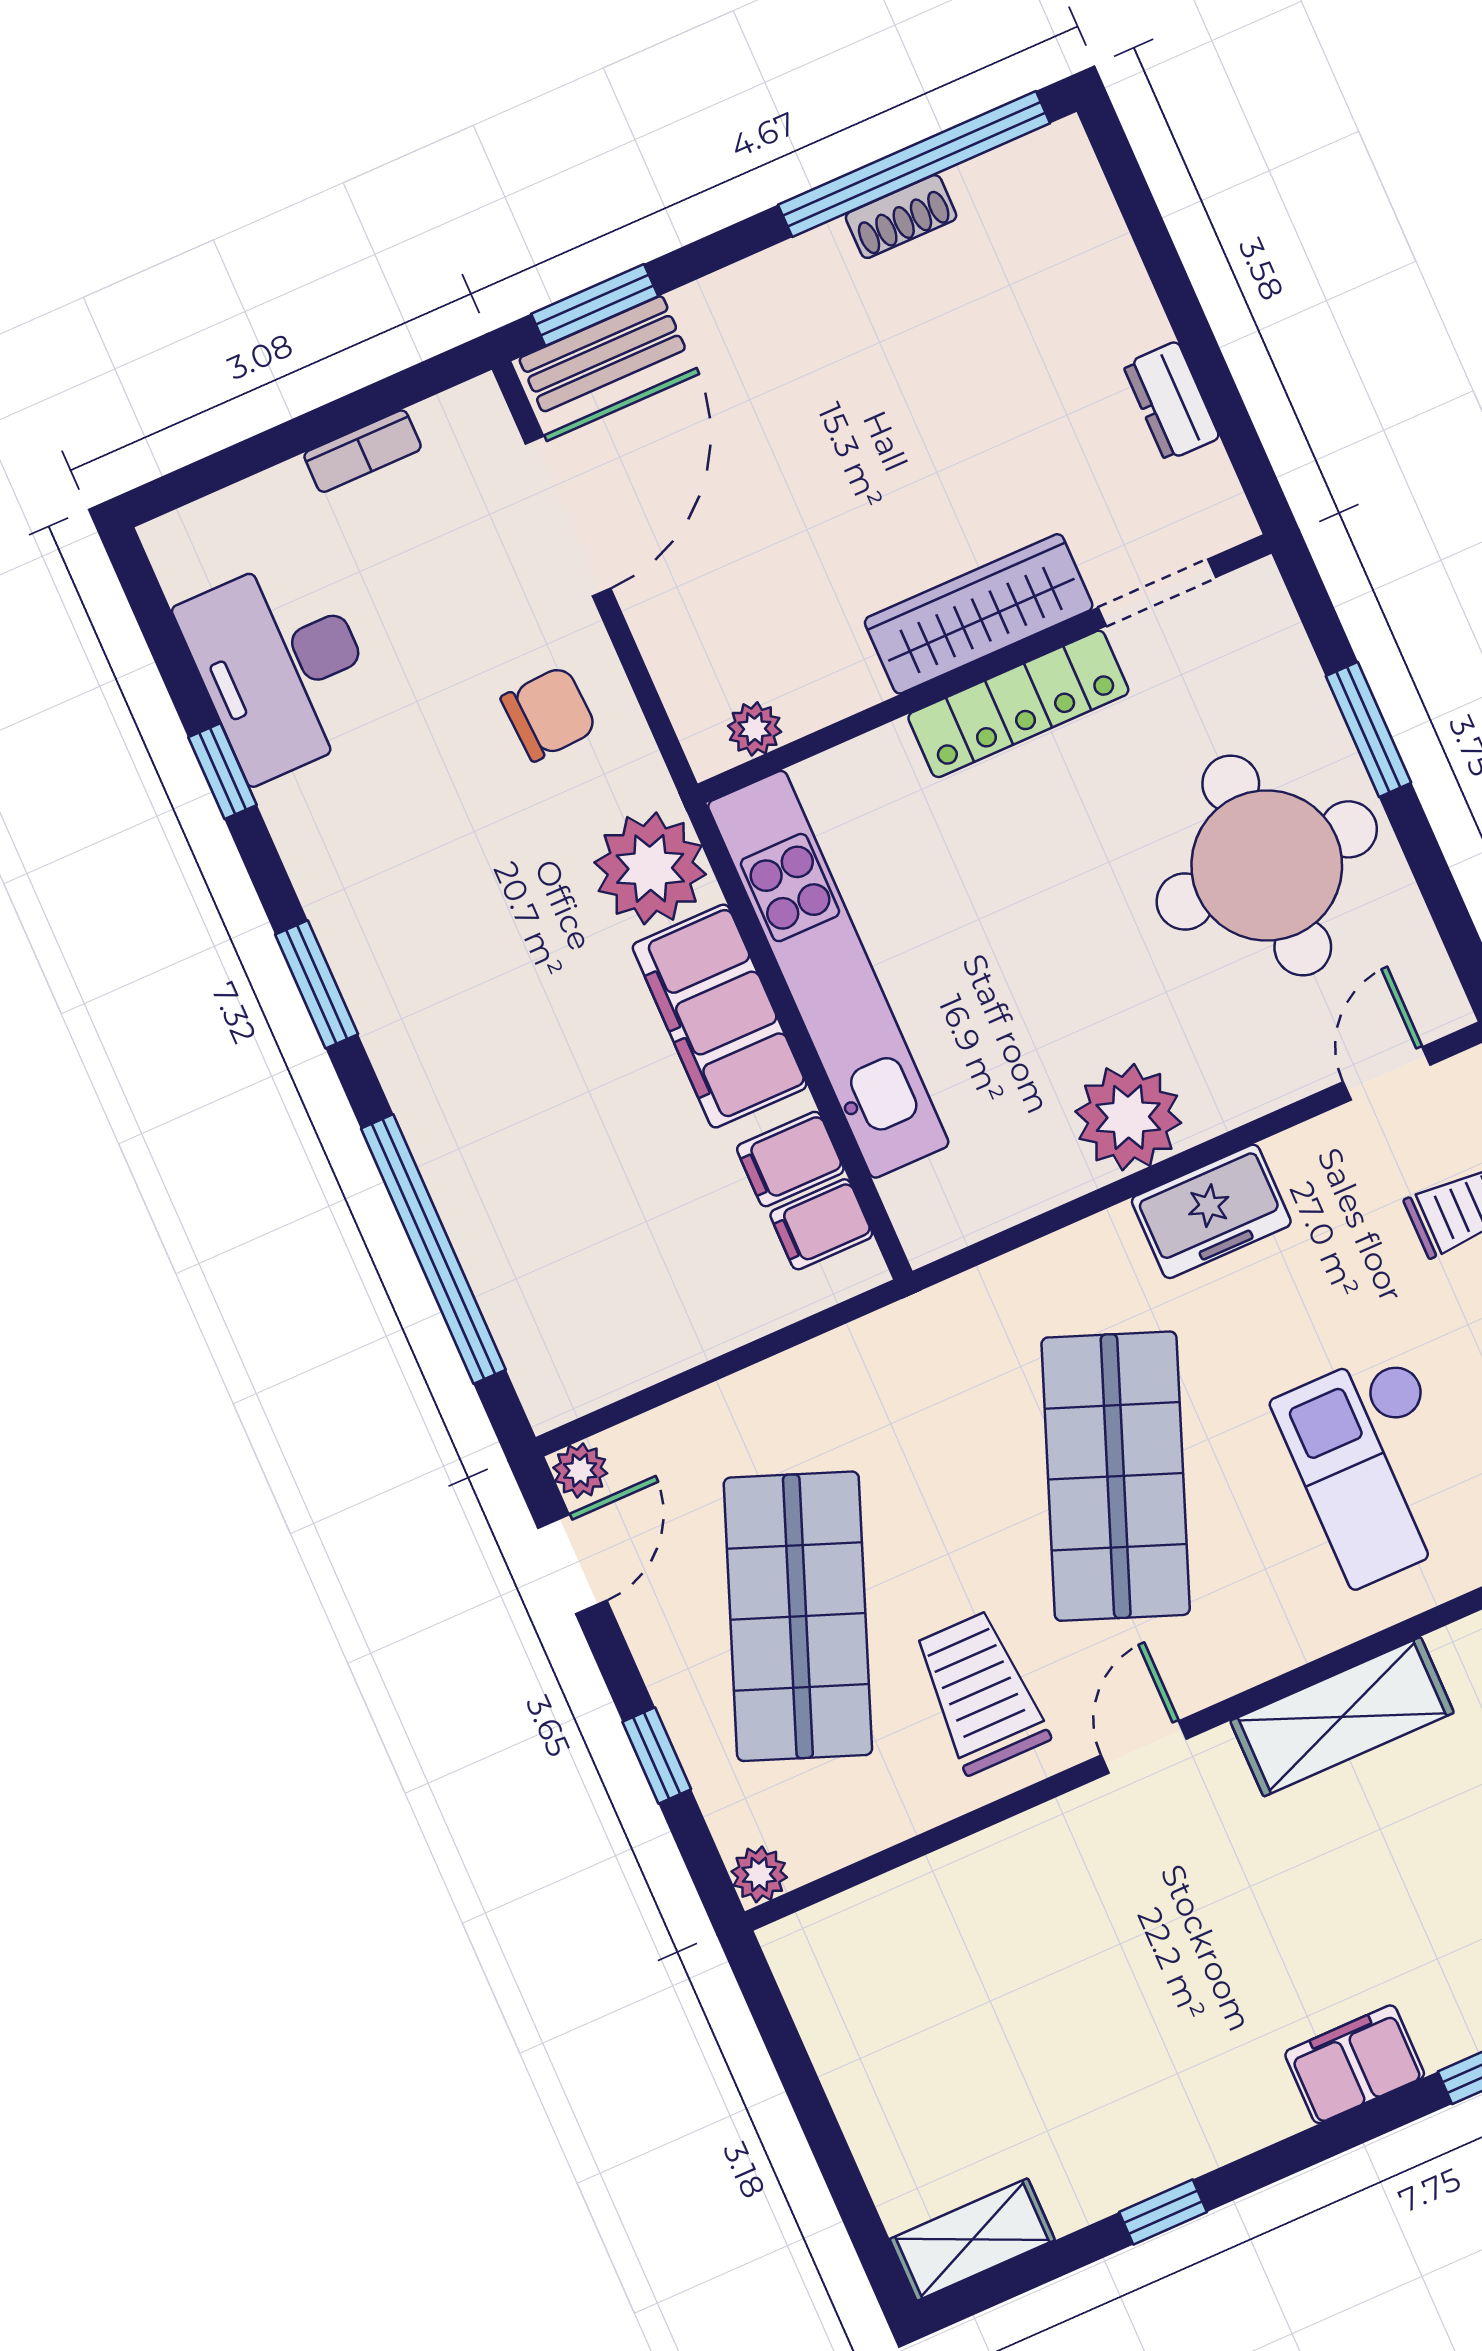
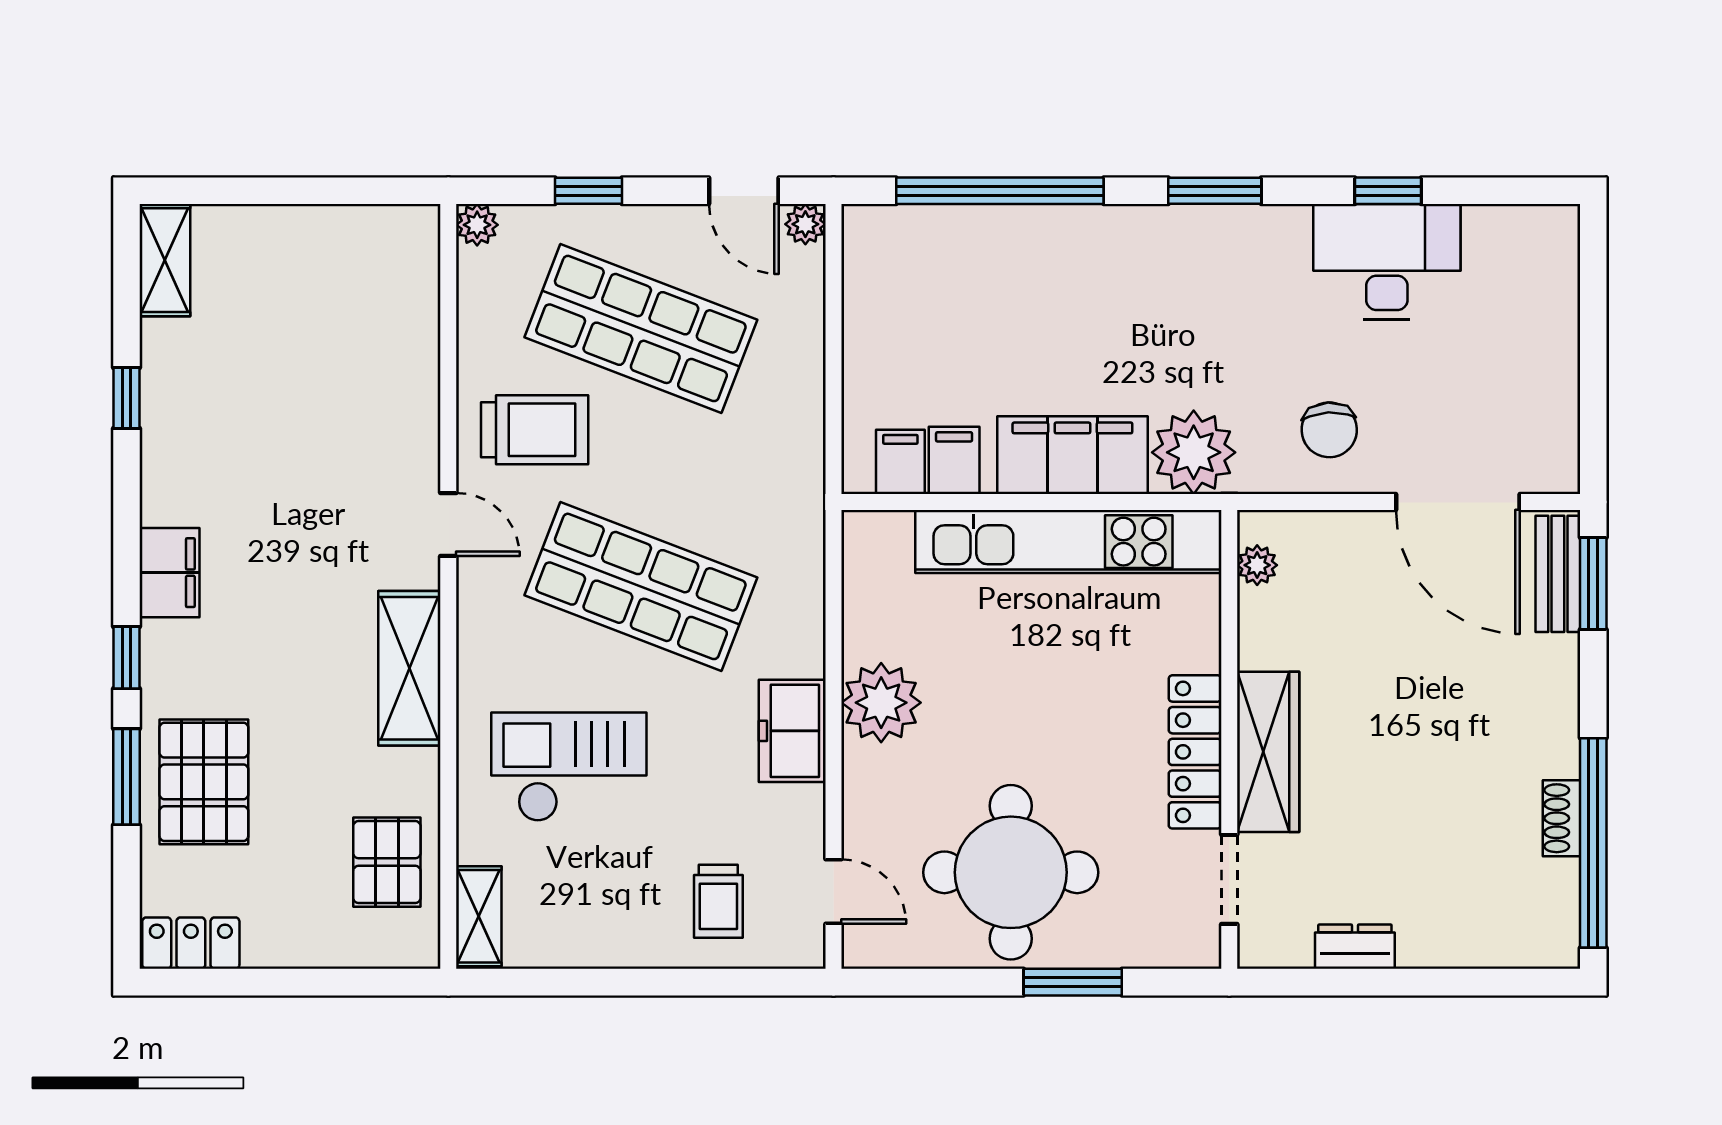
bookcase: (363, 451) -> (1563, 382), removed
desk: (281, 667) -> (1387, 262), moved

